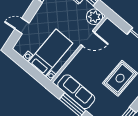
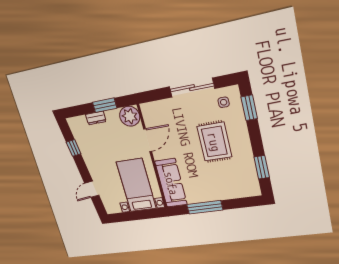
sofa: (76, 92) -> (171, 183), moved, turned 90

